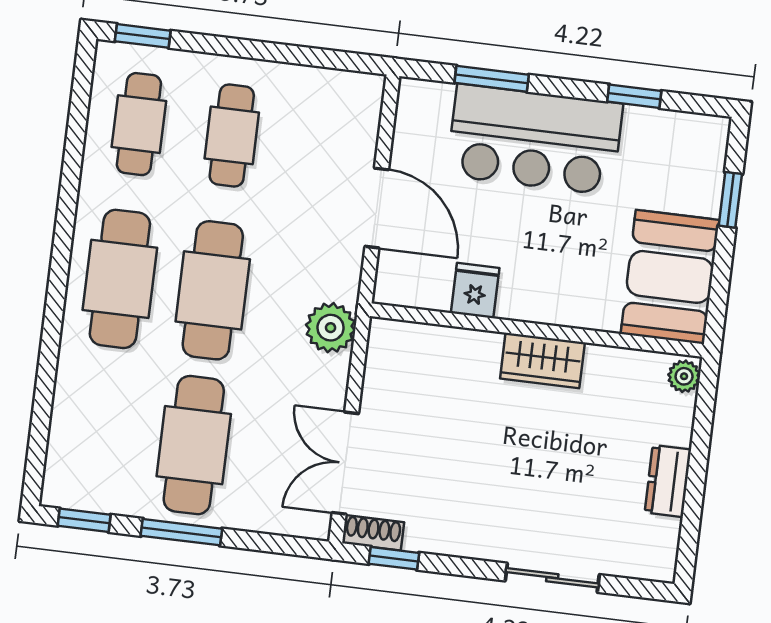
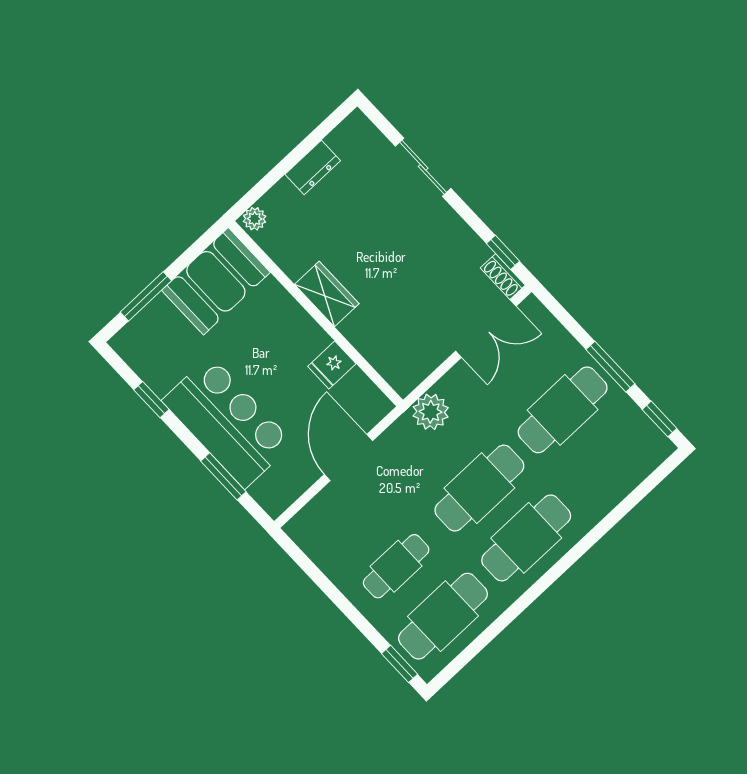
cafe table: (139, 124) -> (443, 616), width x1.37, depth x1.35
window: (730, 200) -> (146, 296), width x1.50

